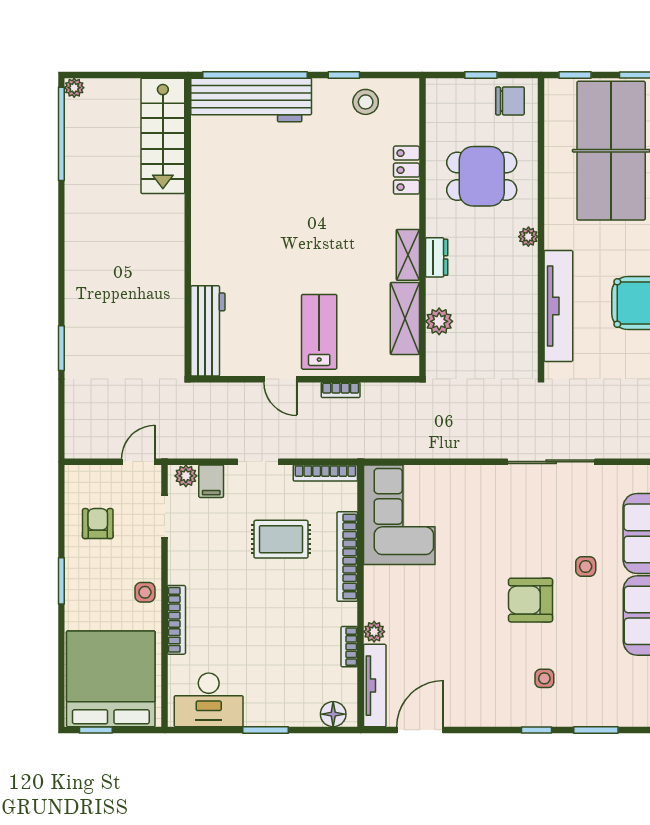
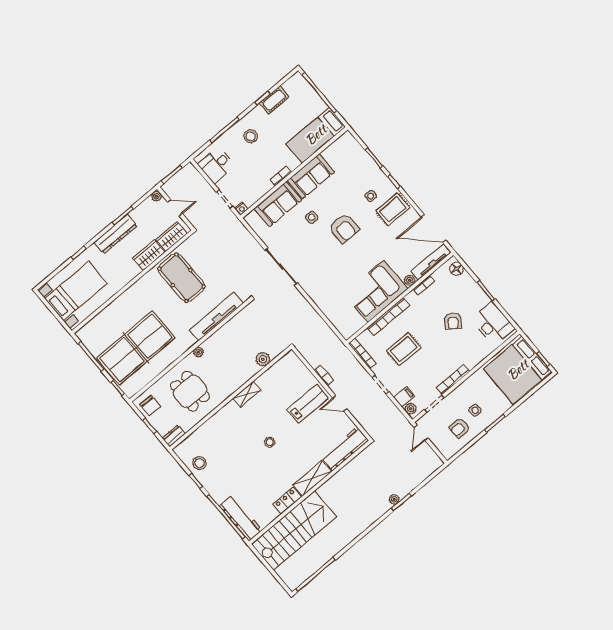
plant: (74, 88) -> (394, 499), moved
workbench: (251, 100) -> (241, 518), width x0.73, depth x0.76
chair: (510, 101) -> (150, 405), turned 180
stairs: (163, 136) -> (294, 530), width x1.36, depth x1.51
locker: (406, 170) -> (287, 500), moved, turned 180
stool: (310, 230) -> (270, 442), added
dresser: (437, 257) -> (174, 436), moved
shelving: (405, 318) -> (312, 478), moved
lab bench: (319, 332) -> (308, 404), turned 180
door: (280, 379) -> (340, 403), swing flipped
door: (138, 462) -> (421, 433), hinge flipped
corner sofa: (399, 515) -> (376, 291), moved
rug: (281, 539) -> (404, 349), turned 90
side table: (145, 592) -> (475, 410), moved
bookcase: (176, 620) -> (453, 380), moved
armchair: (262, 645) -> (453, 321), added
rug: (498, 694) -> (393, 209), added
door: (420, 730) -> (433, 229), width x1.36

